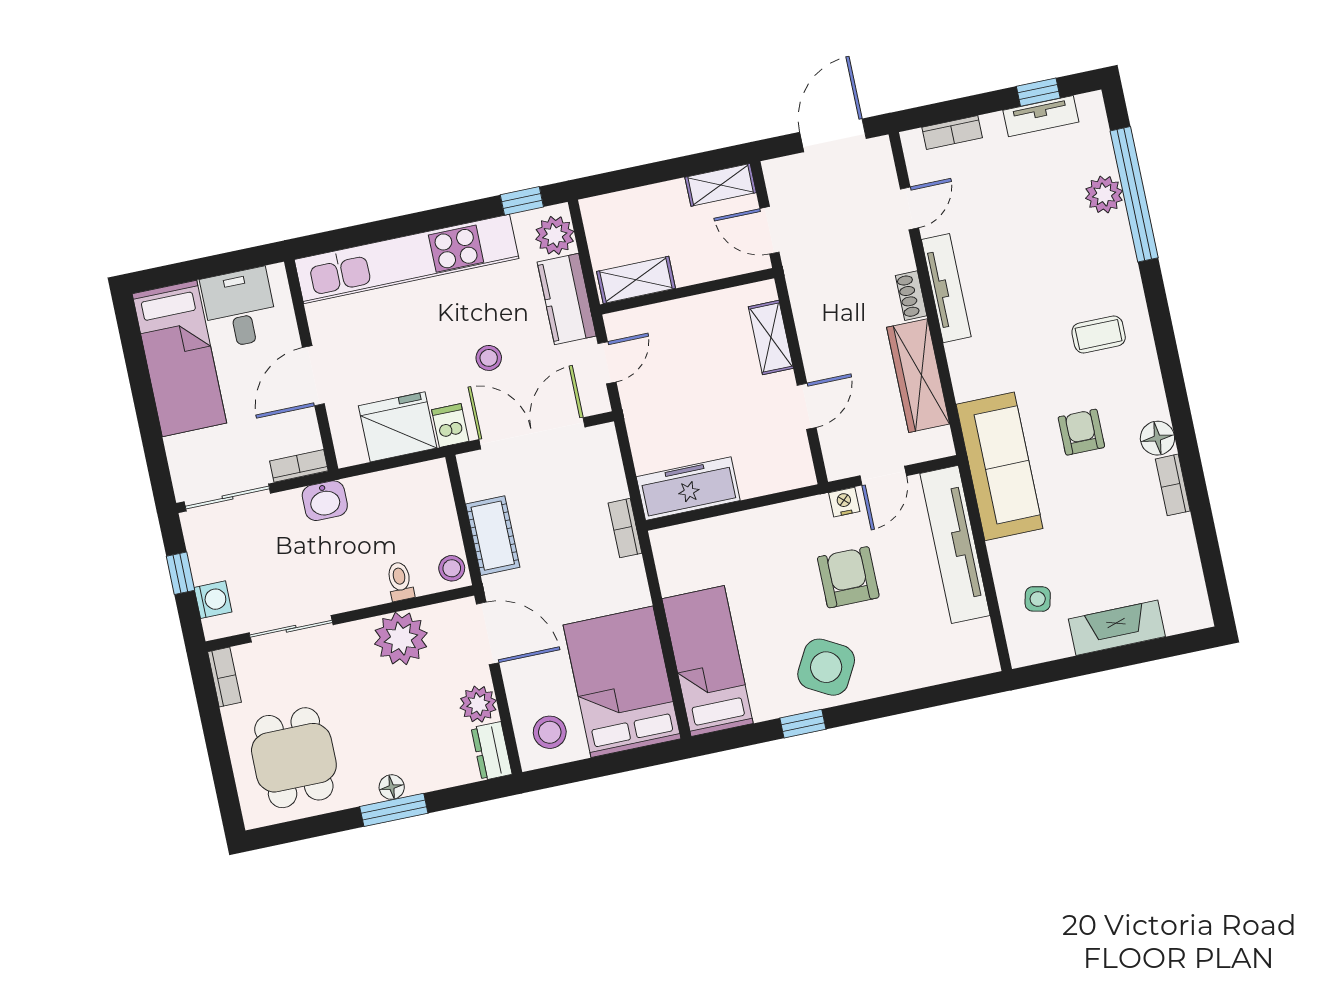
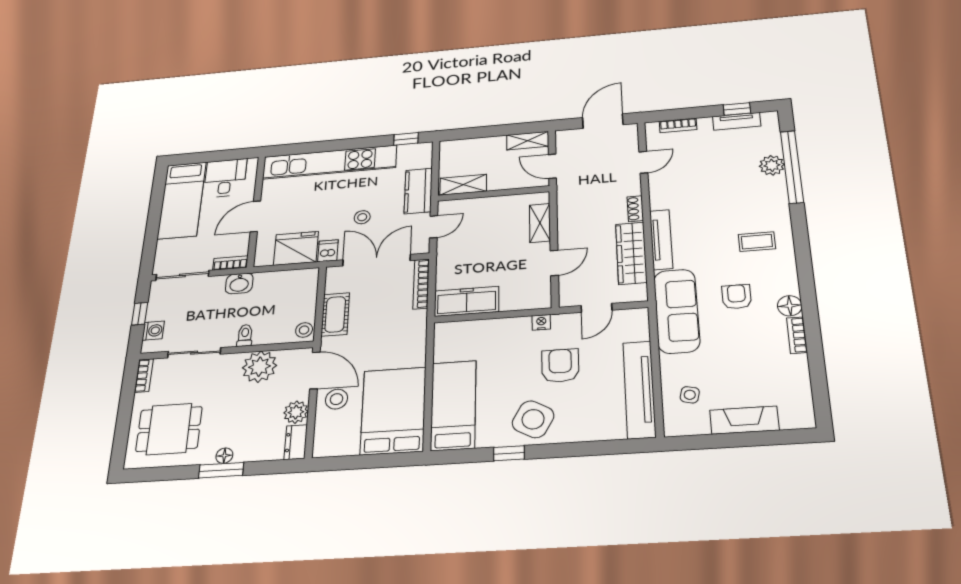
plant: (555, 235) -> (420, 158), removed
tv unit: (946, 288) -> (661, 240), moved
nightstand: (844, 502) -> (541, 322), moved
bookcase: (625, 528) -> (421, 284), moved, width x1.56
tv unit: (955, 544) -> (639, 389), moved
toilet: (400, 581) -> (245, 335), moved
stool: (550, 732) -> (337, 399), moved
dining table: (294, 758) -> (169, 429), turned 90

